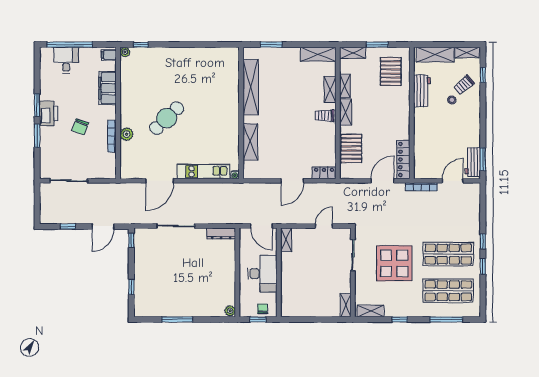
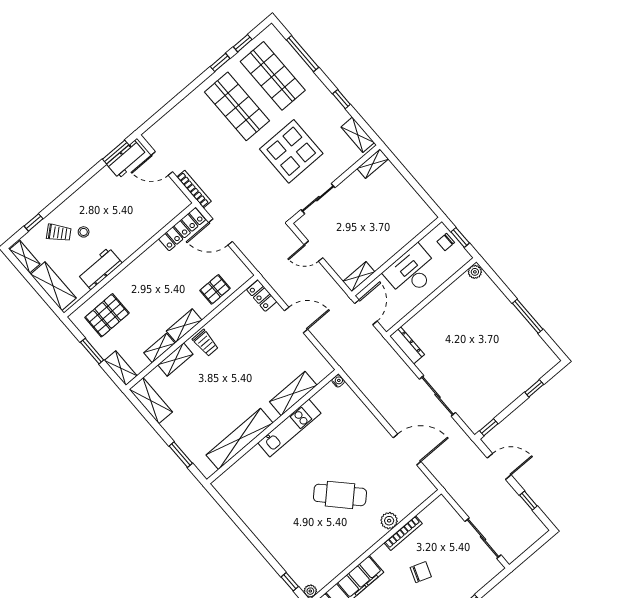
pallet: (351, 148) -> (215, 289), width x0.67, depth x0.71
kitchen unit: (204, 171) -> (289, 428), moved, turned -90
window: (483, 241) -> (243, 43), moved

